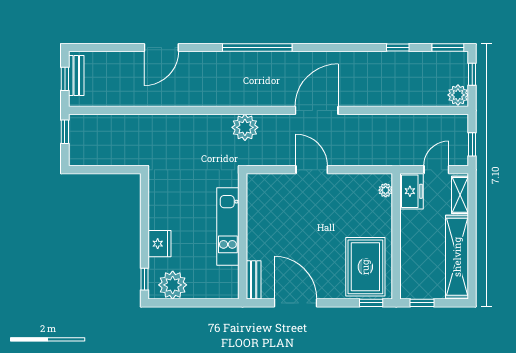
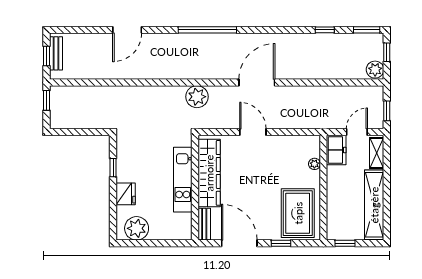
plant: (386, 190) -> (314, 164), moved
wardrobe: (259, 219) -> (209, 173), added
window: (144, 279) -> (113, 168), moved
window: (371, 303) -> (281, 243), moved

